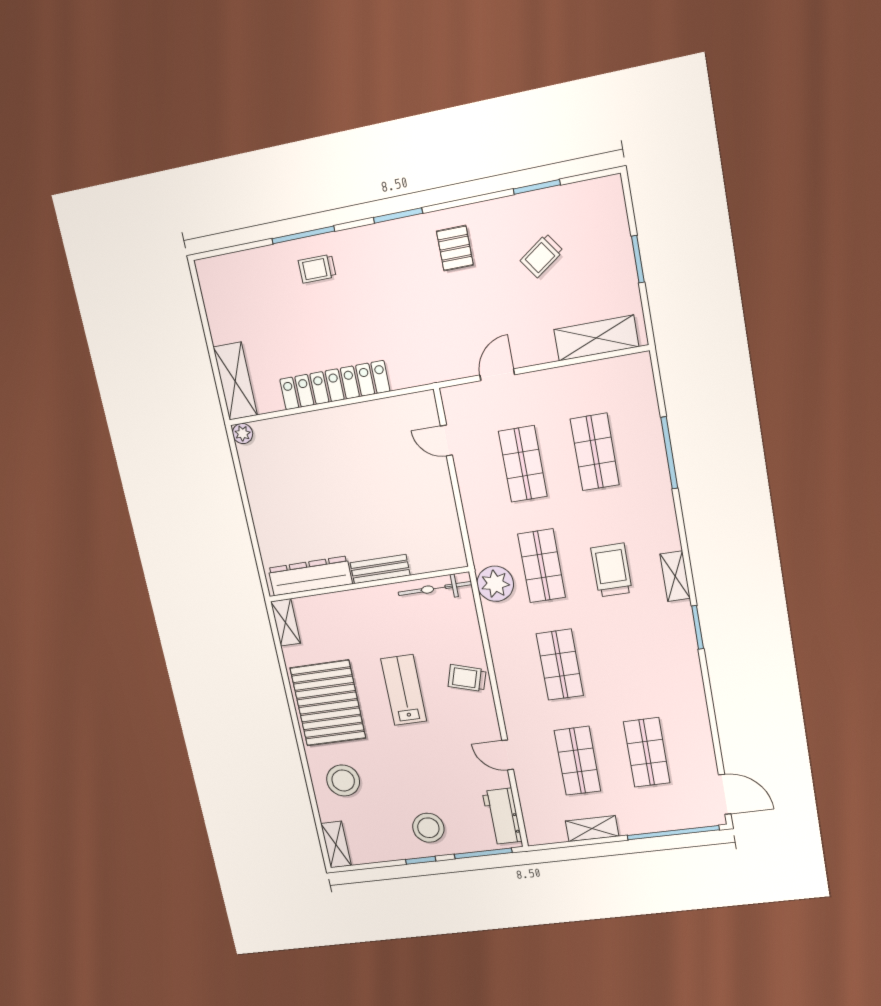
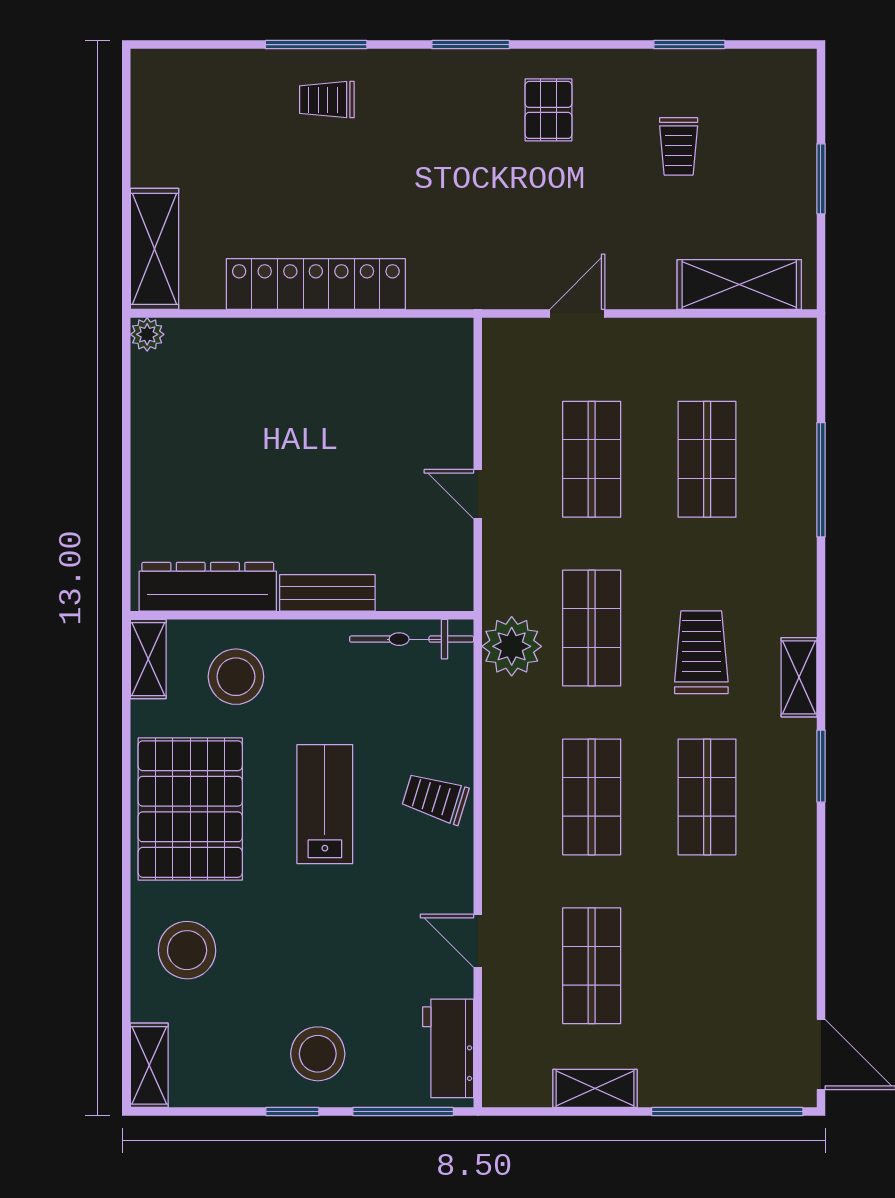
trolley: (542, 256) -> (679, 146), turned -55
door: (446, 441) -> (478, 494), moved
stool: (337, 625) -> (236, 677), added
shop shelf: (647, 752) -> (707, 797), moved

